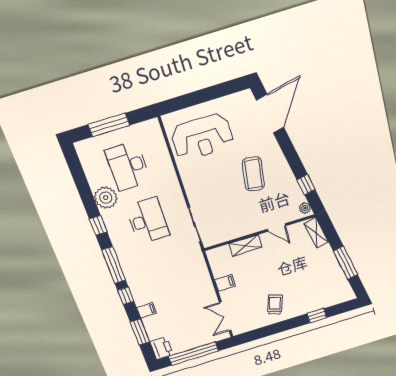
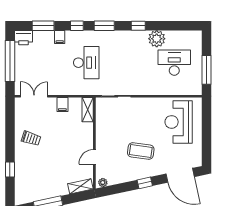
window: (109, 125) -> (207, 70), moved
window: (306, 185) -> (145, 183), moved
desk: (148, 221) -> (86, 63), moved, turned -90
shelving: (245, 245) -> (88, 110), moved
window: (114, 265) -> (104, 26), width x0.69

